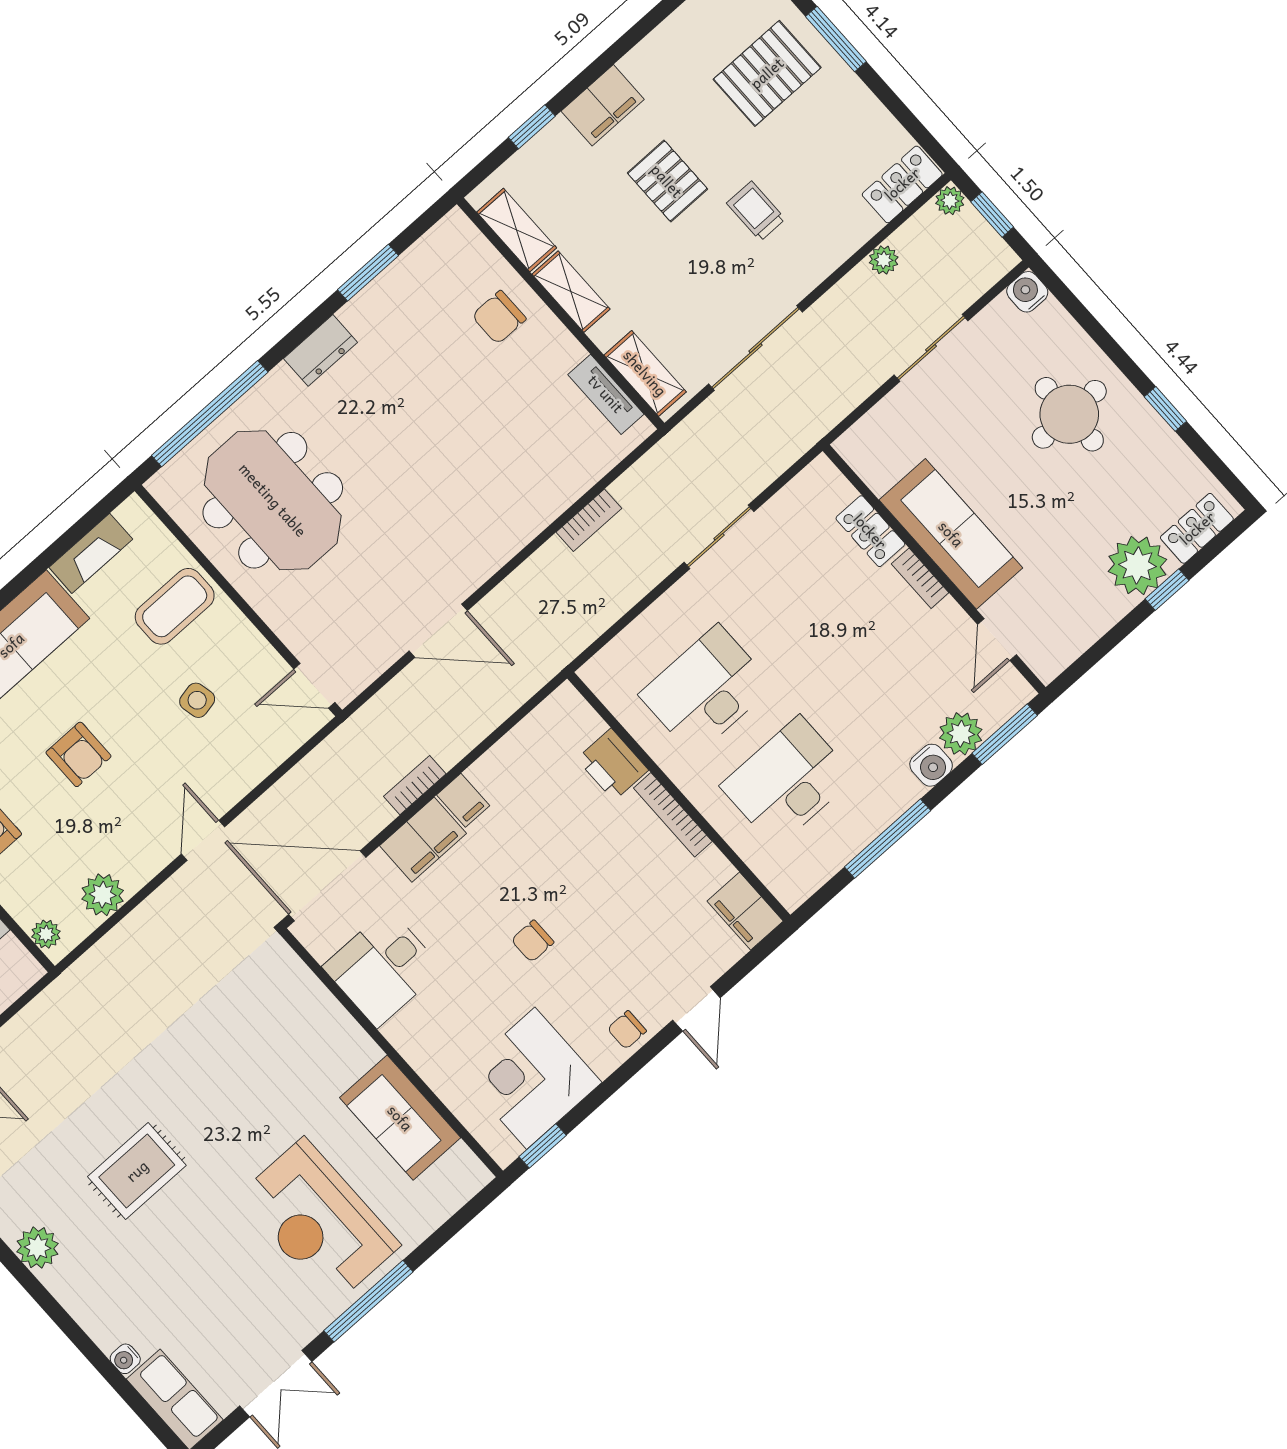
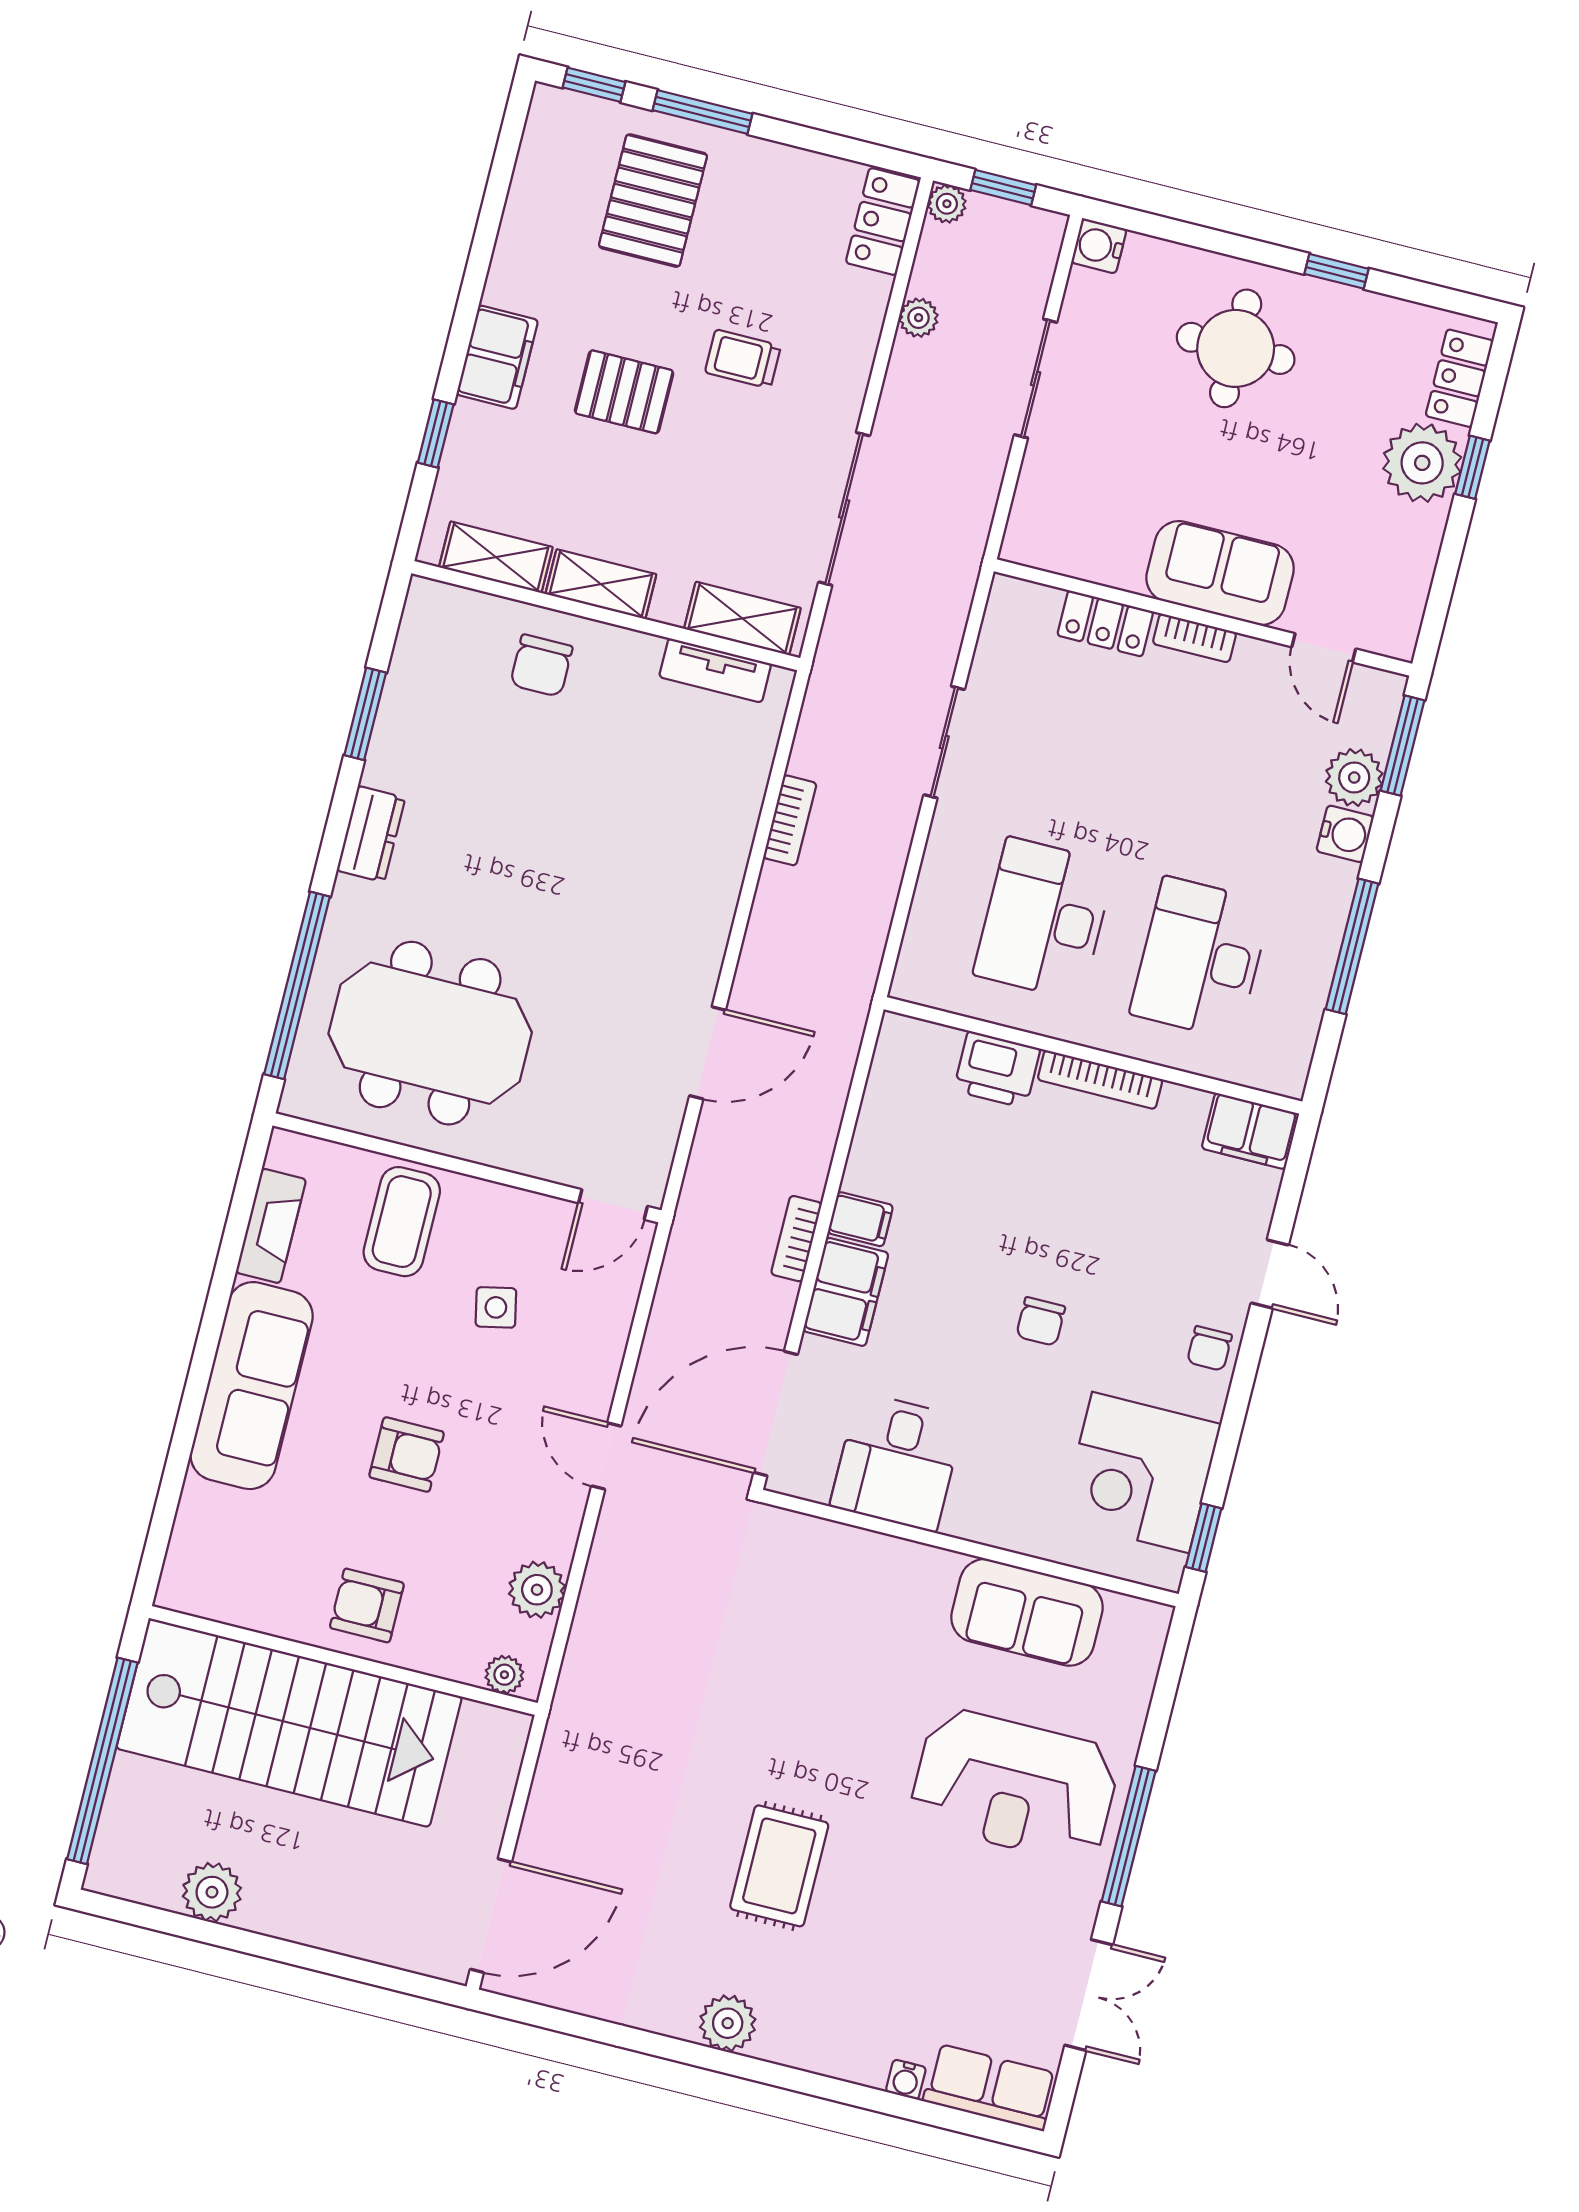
sofa: (951, 534) -> (1220, 573), width x0.73

